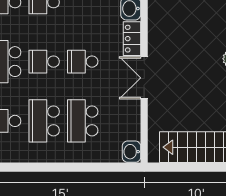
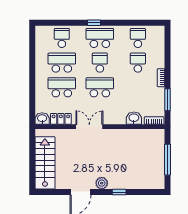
locker: (132, 39) -> (61, 119), moved
school desk: (83, 62) -> (100, 87), width x1.85

